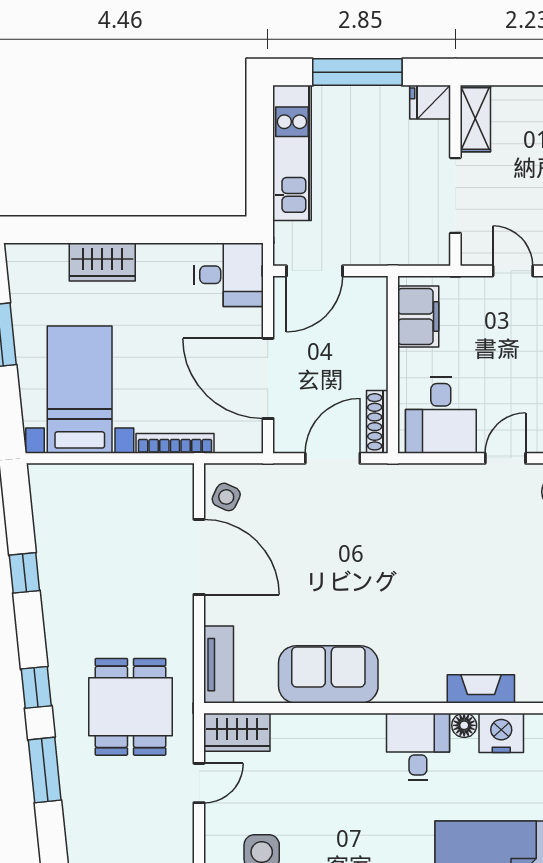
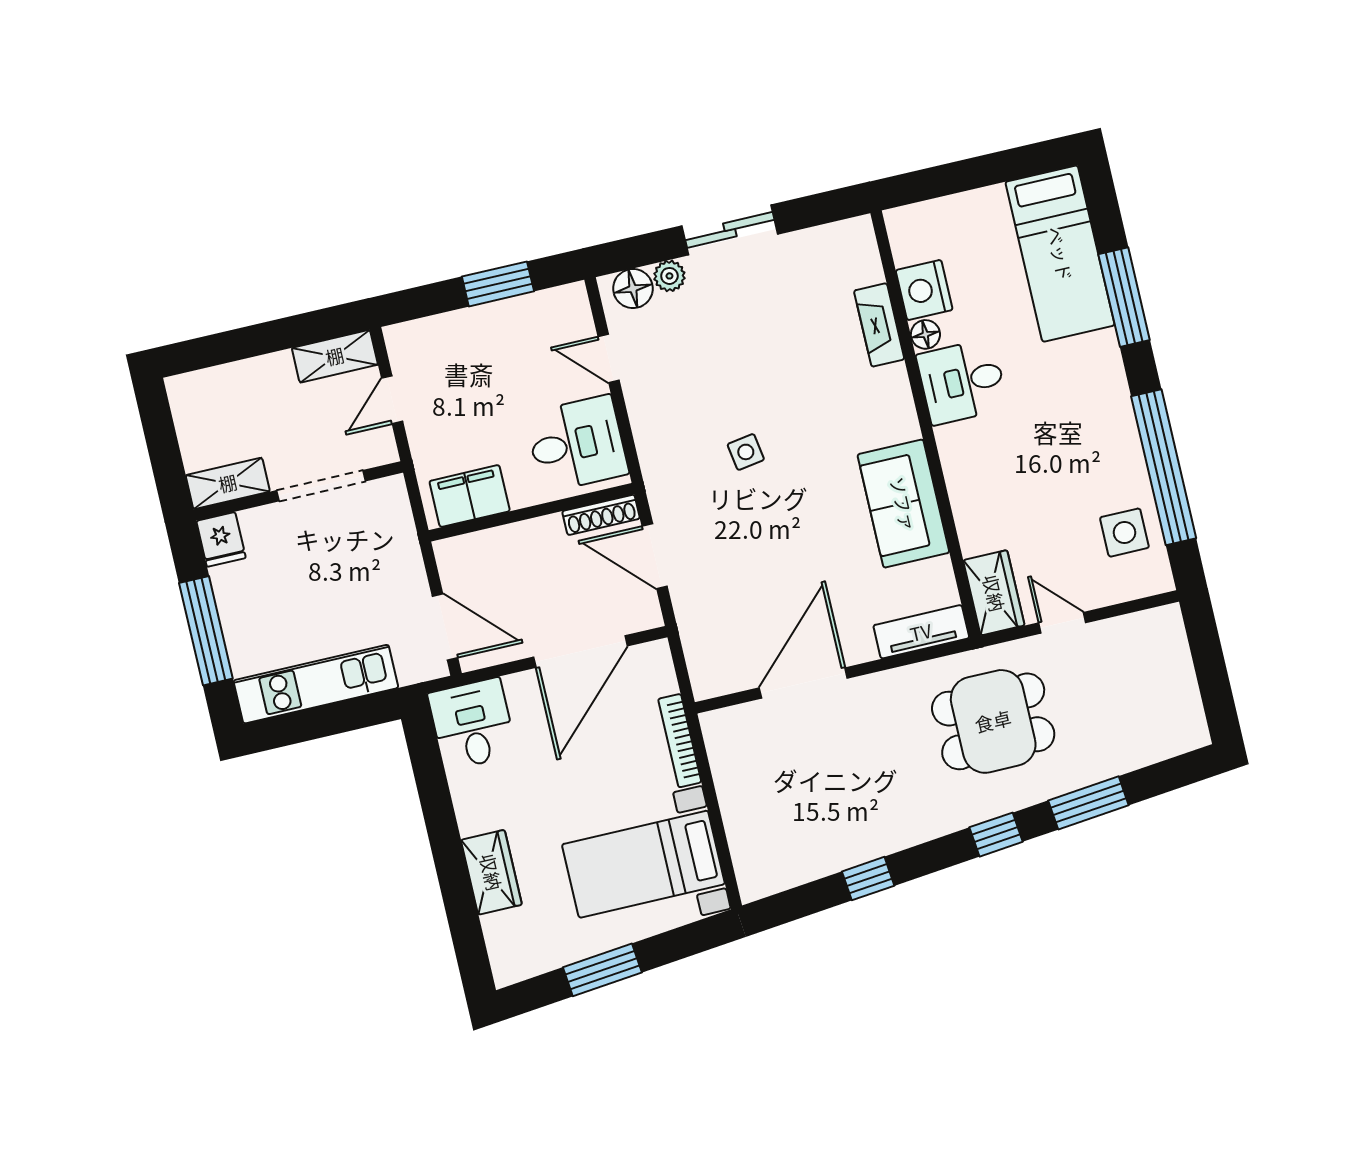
side table: (226, 497) -> (746, 452), moved, turned -34

